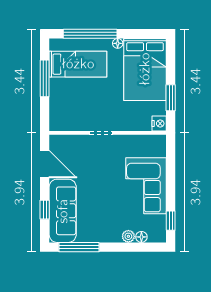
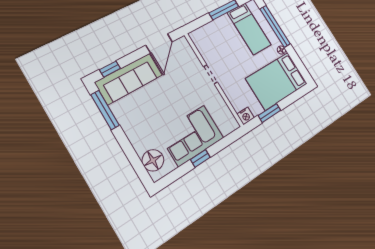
window: (45, 210) -> (110, 69), moved
window: (171, 221) -> (200, 158), moved
plant: (128, 236) -> (140, 147), removed
floor lamp: (141, 237) -> (153, 160), width x1.89, depth x1.89

